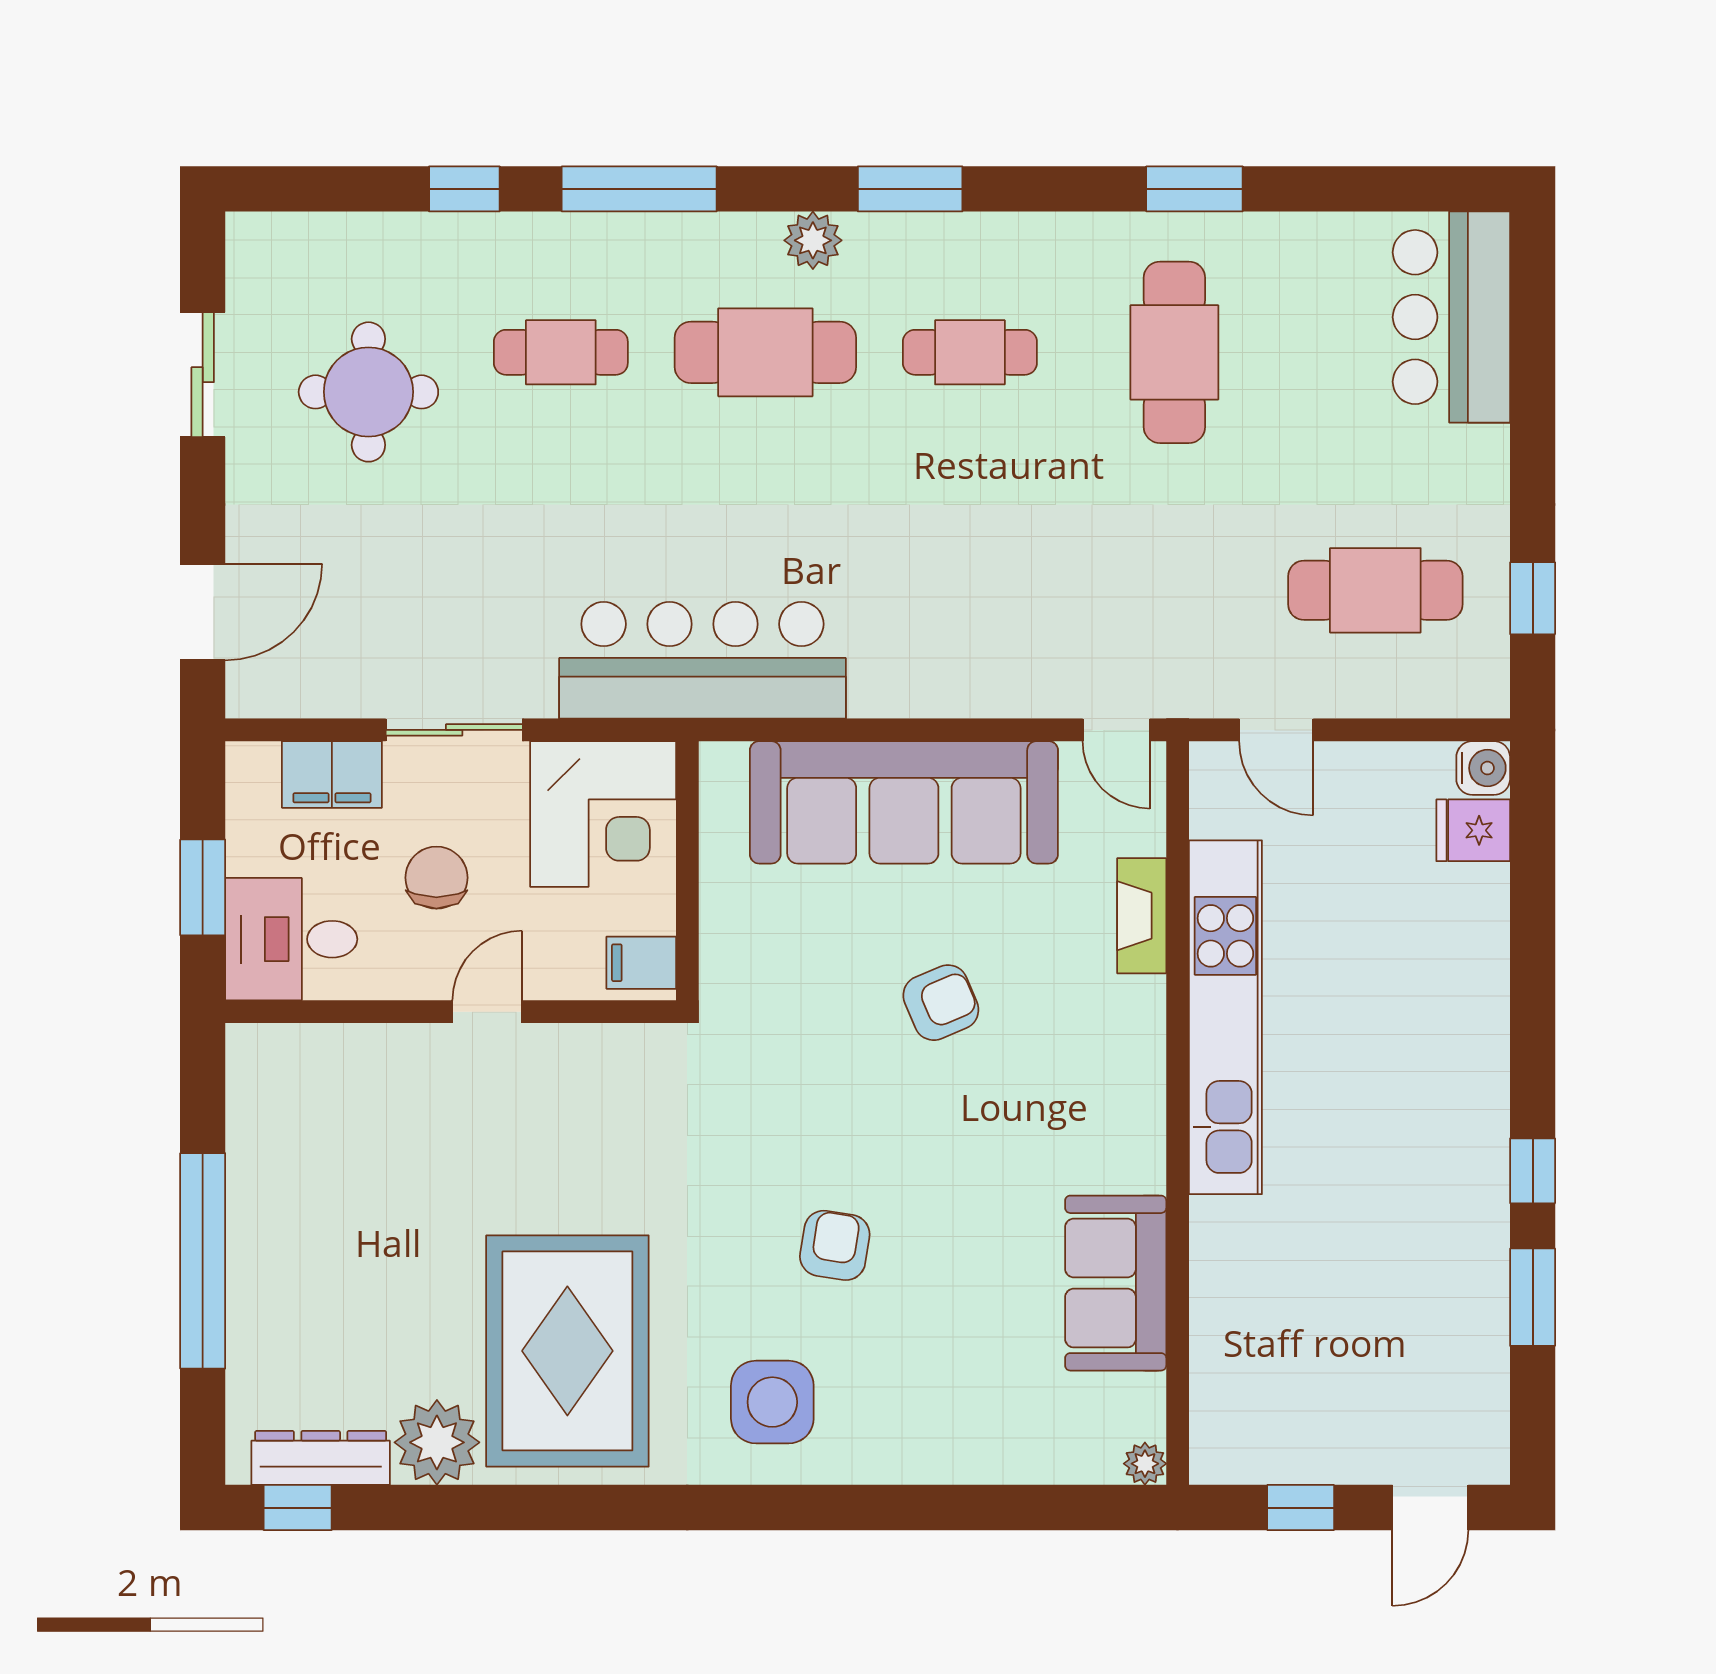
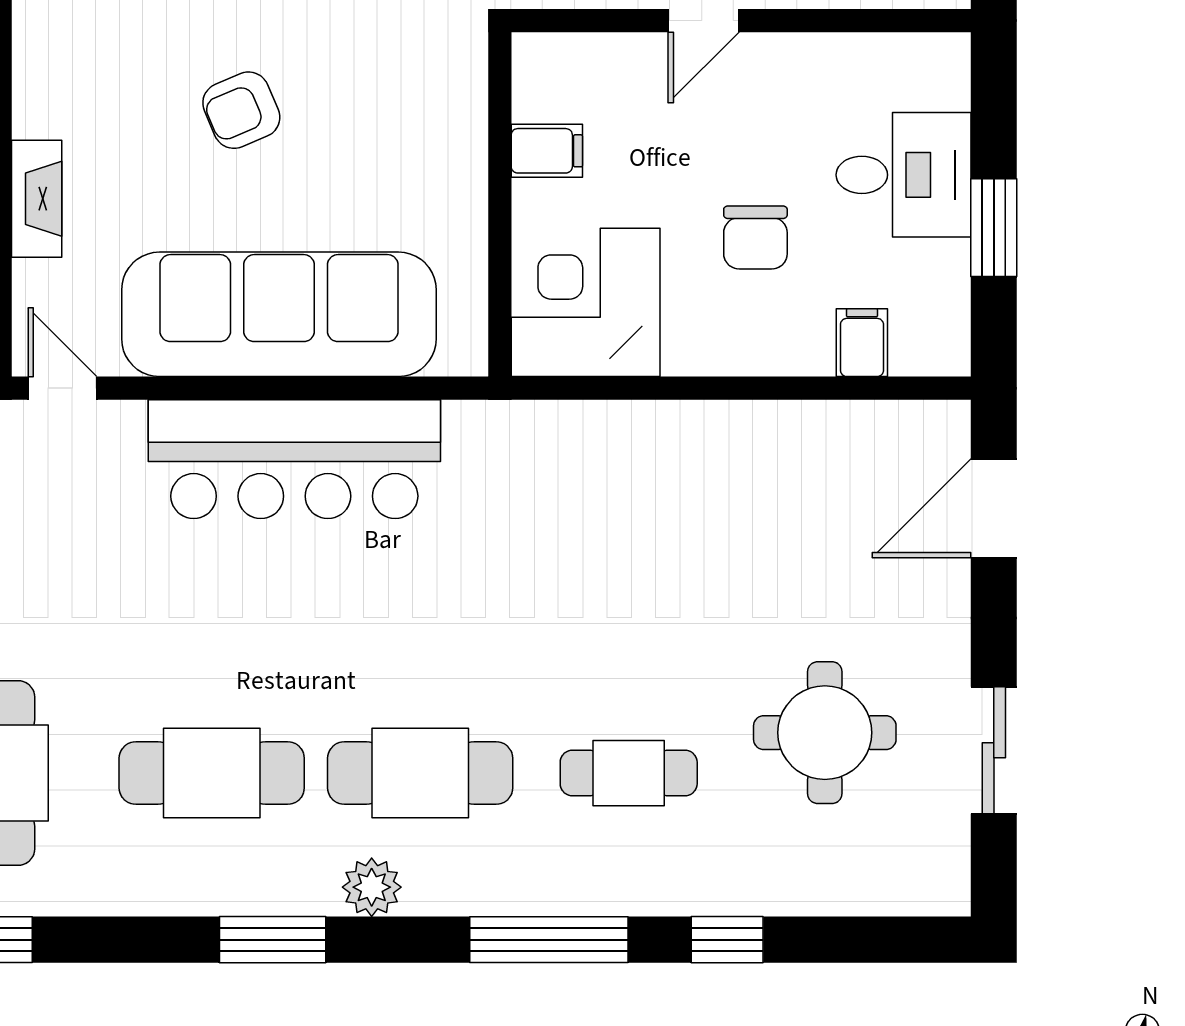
cafe table: (970, 352) -> (212, 773), width x1.37, depth x1.35
bar counter: (702, 660) -> (294, 459), moved
sliding door: (454, 730) -> (737, 388), removed
filing cabinet: (332, 774) -> (862, 343), width x0.50
wall: (451, 1012) -> (741, 21), moved
door: (487, 1012) -> (704, 21), moved

